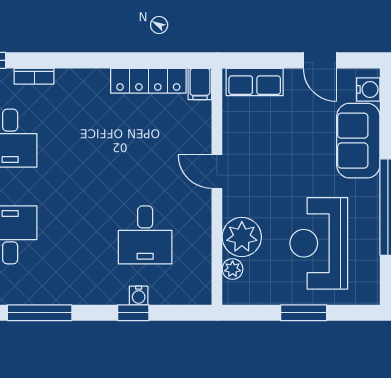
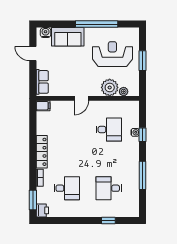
door: (320, 60) -> (33, 54), swing flipped
locker: (148, 81) -> (42, 152), moved
reception desk: (319, 243) -> (112, 54), turned 180

